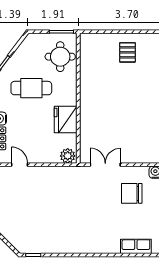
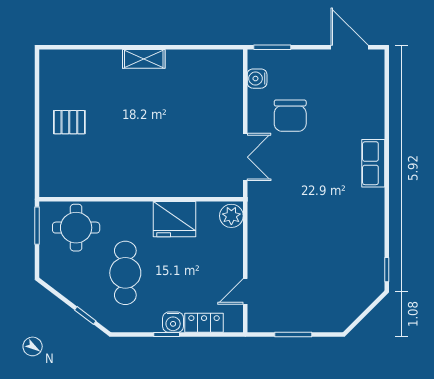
double door: (105, 165) -> (245, 157), swing flipped
row of seats: (136, 246) -> (373, 163), moved

